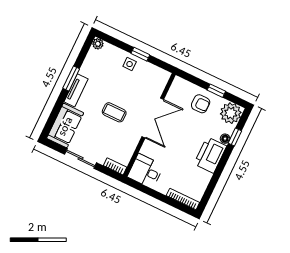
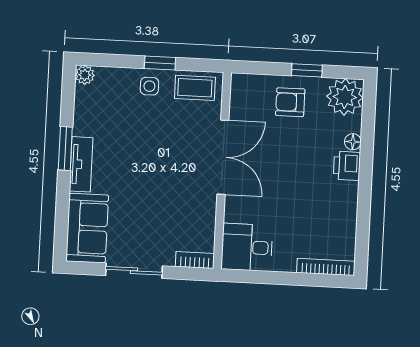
armchair: (201, 104) -> (290, 102), turned 180
coffee table: (114, 112) -> (195, 88), moved
window: (235, 137) -> (368, 132), removed
printer: (210, 155) -> (347, 166), width x0.53, depth x0.68

